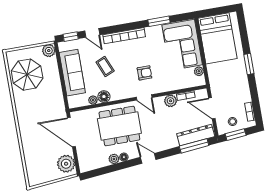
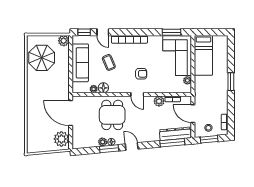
window: (159, 21) -> (171, 32), moved
bed: (217, 38) -> (203, 55), width x0.67
dining table: (119, 126) -> (112, 115), width x0.73
window: (123, 165) -> (109, 149), added

